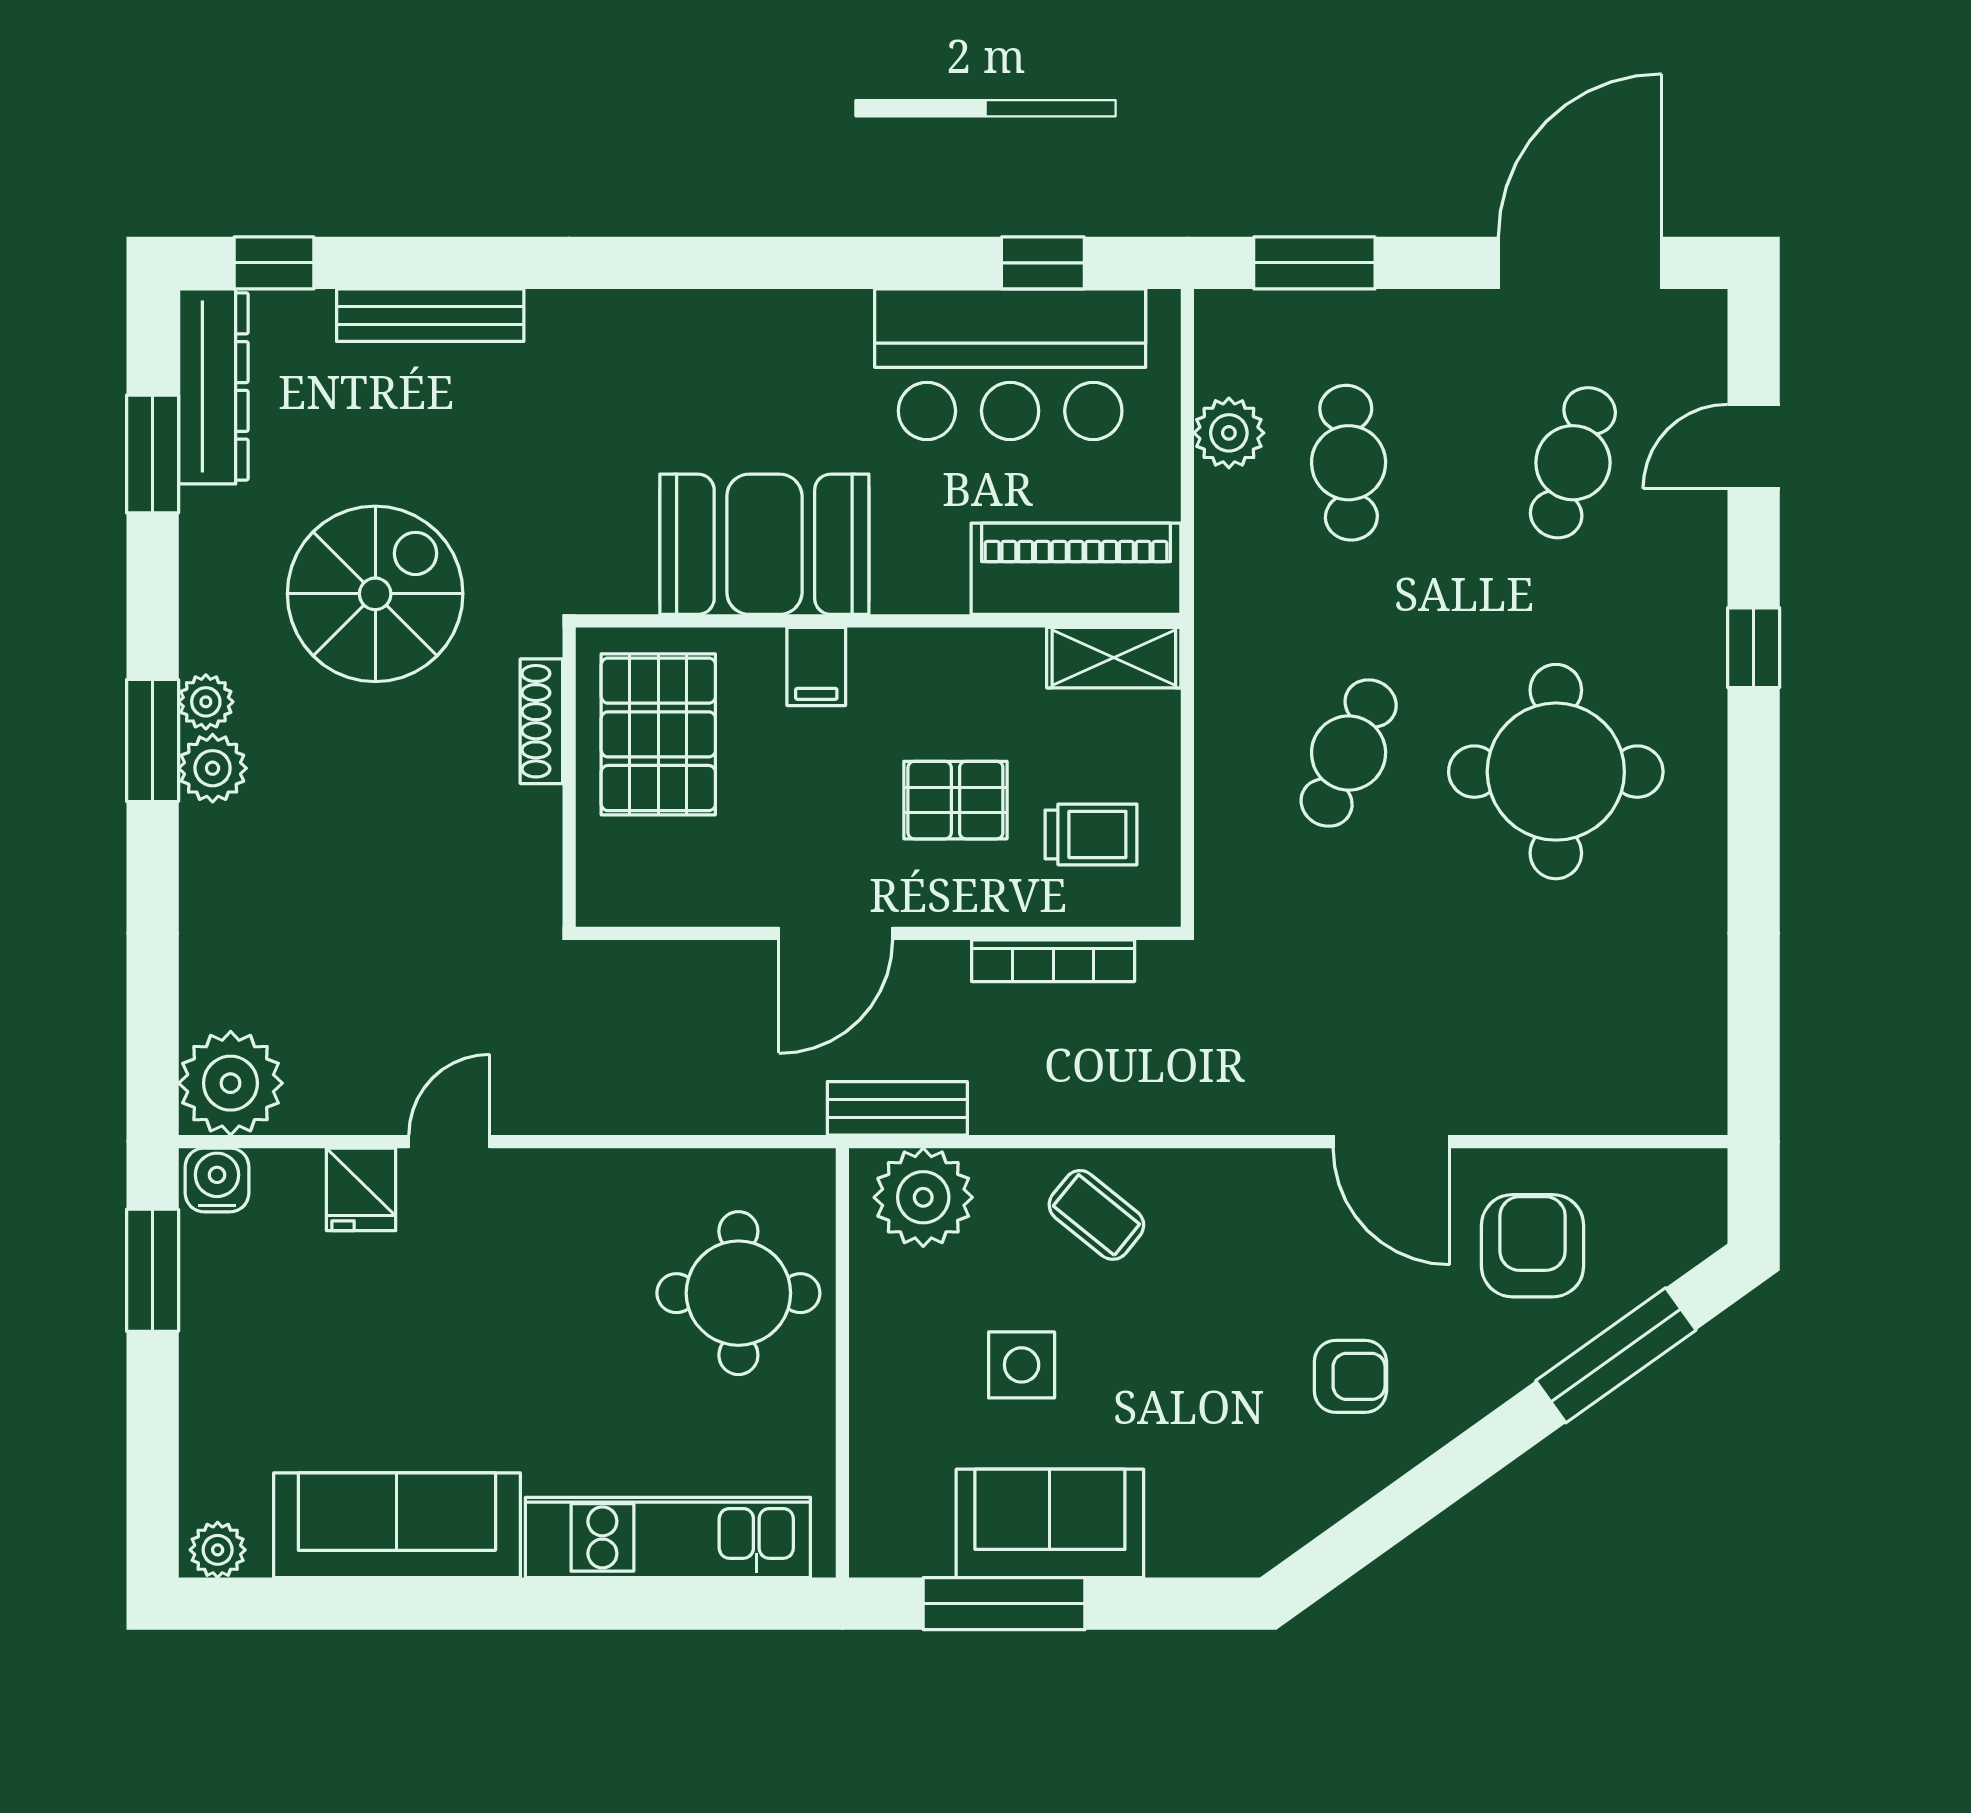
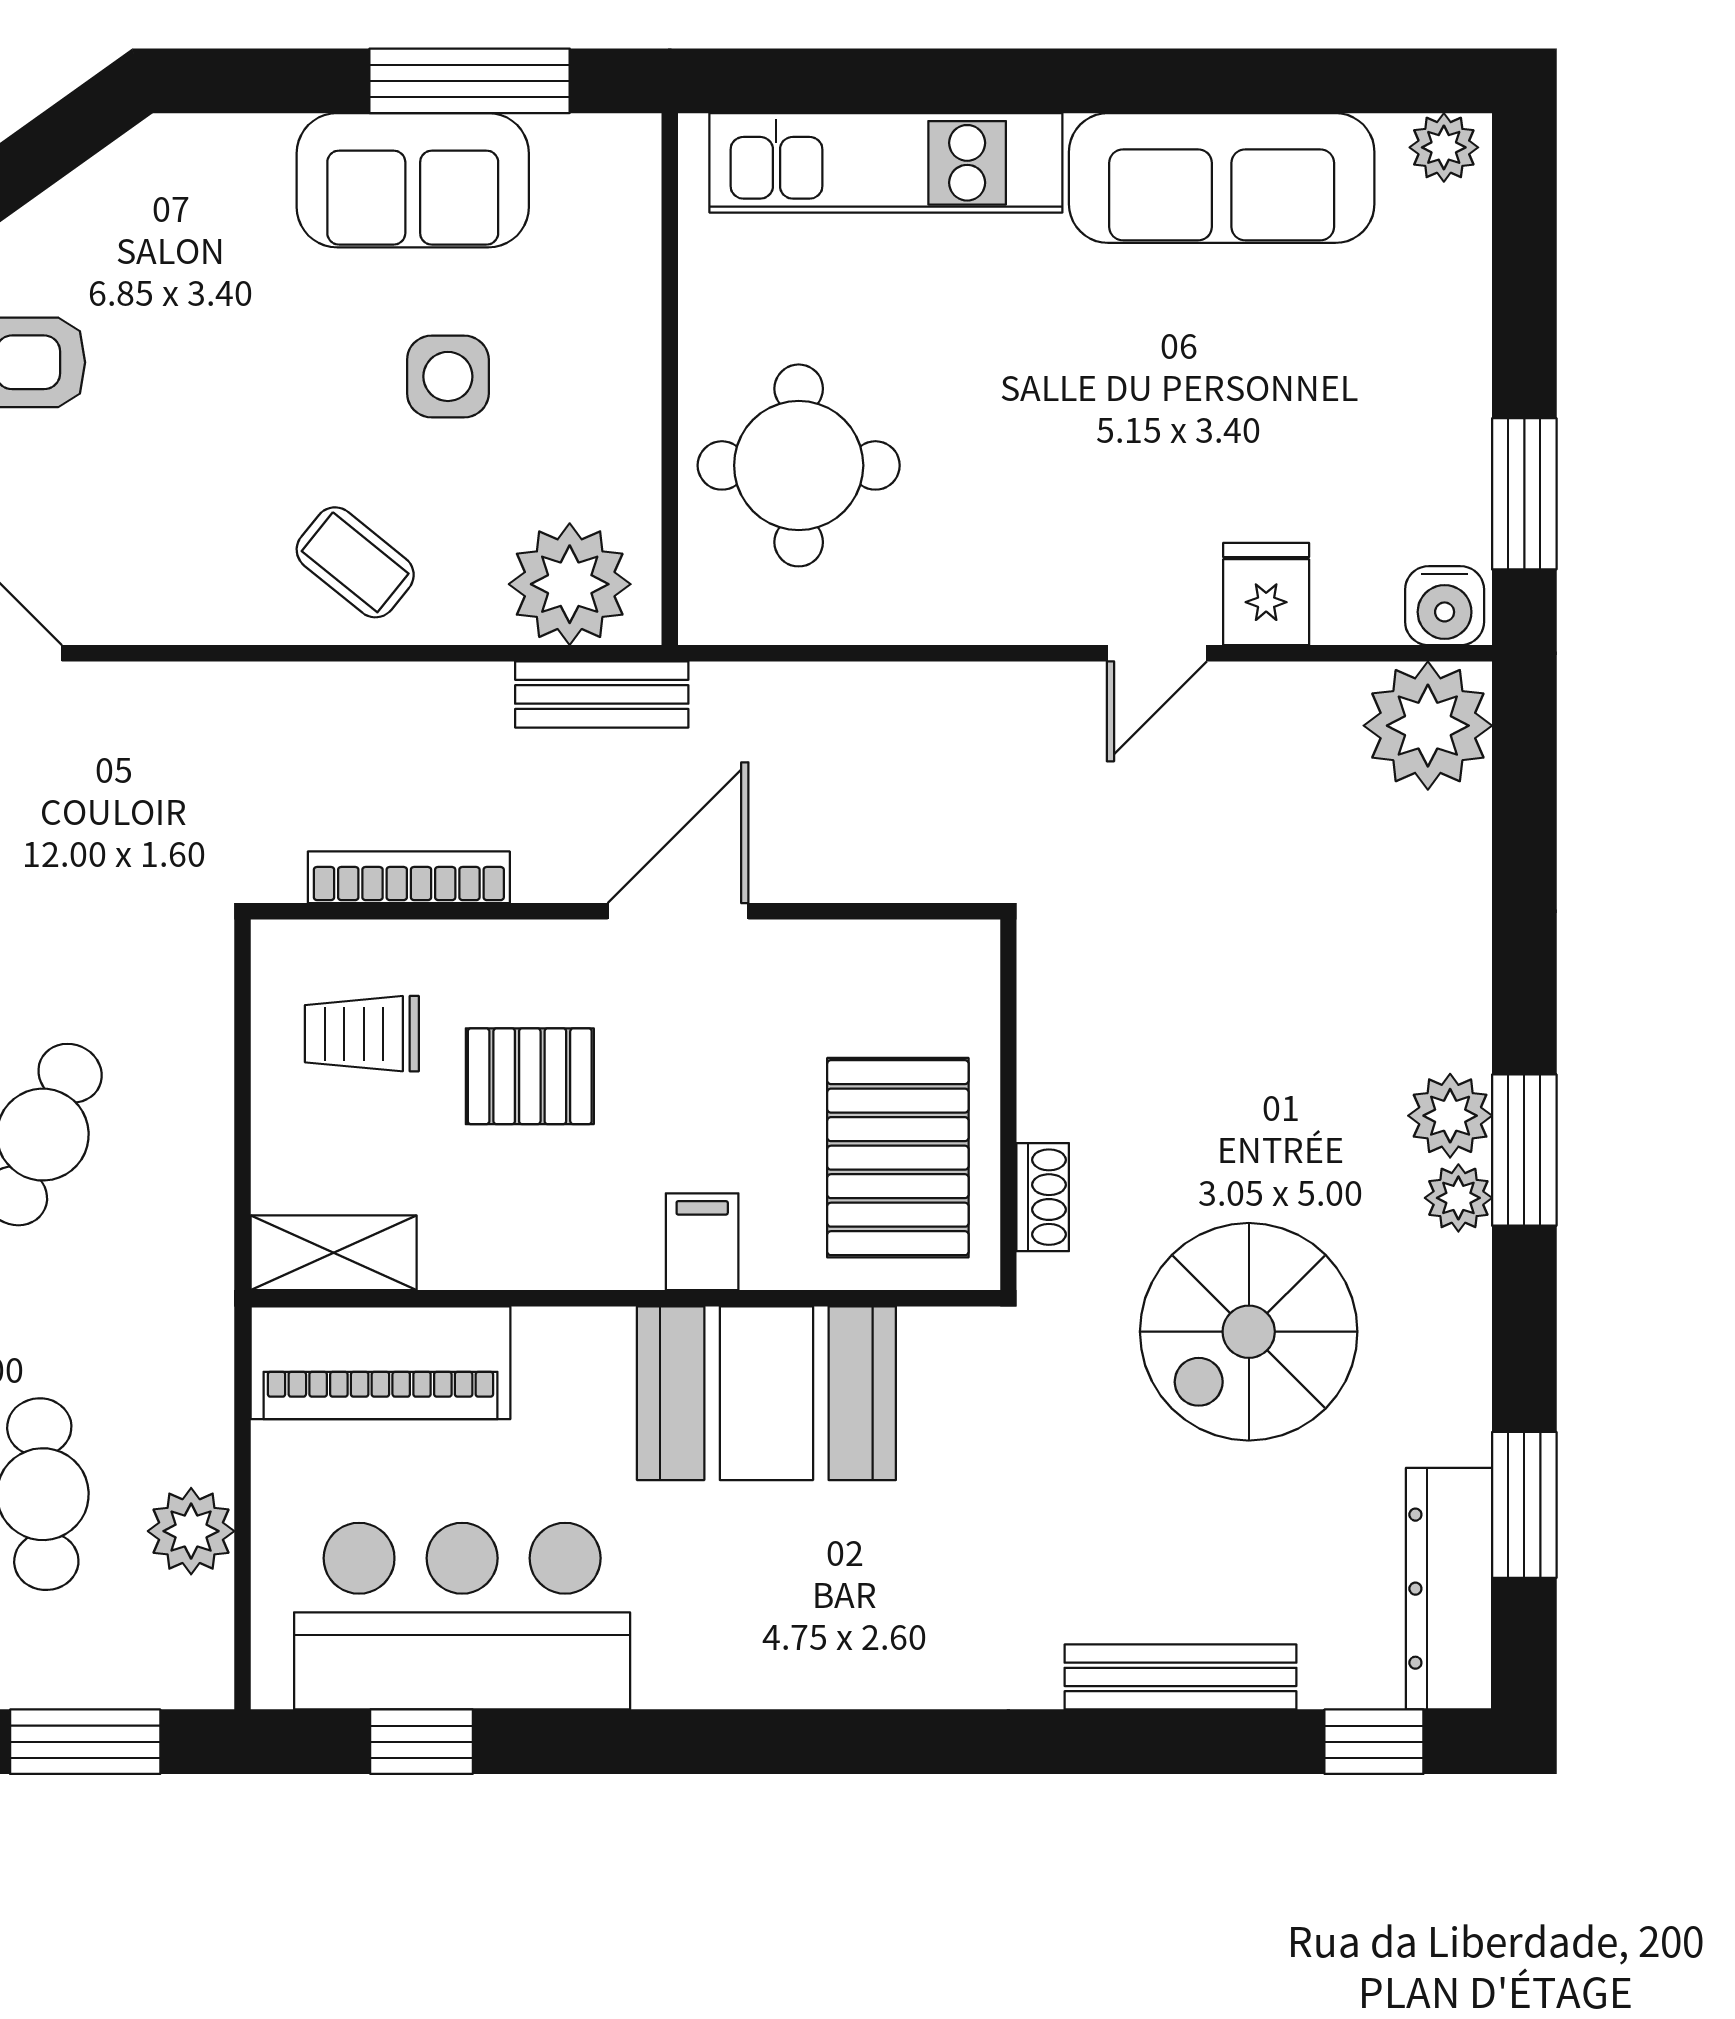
shoe rack: (541, 721) -> (1043, 1197), width x0.70

